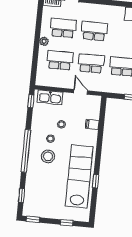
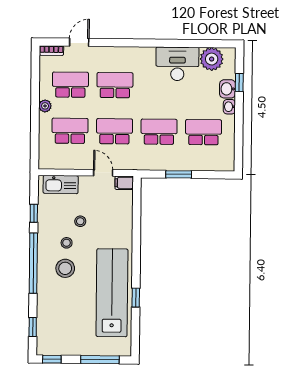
window: (31, 101) -> (34, 213), moved
filing cabinet: (92, 124) -> (124, 183), moved
window: (67, 223) -> (100, 360), width x2.17

